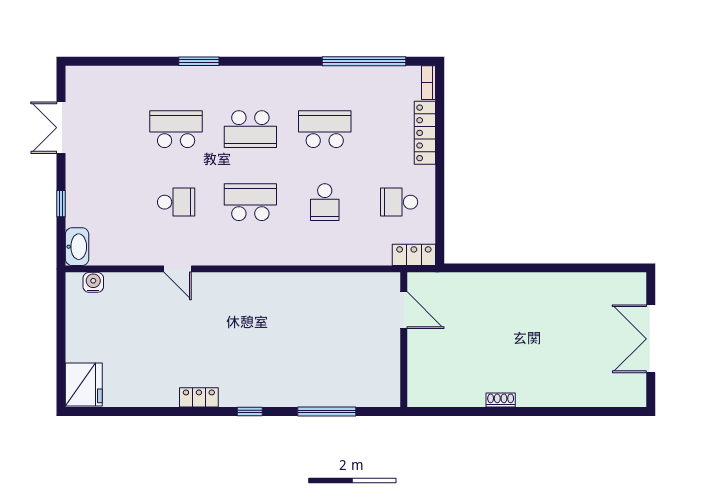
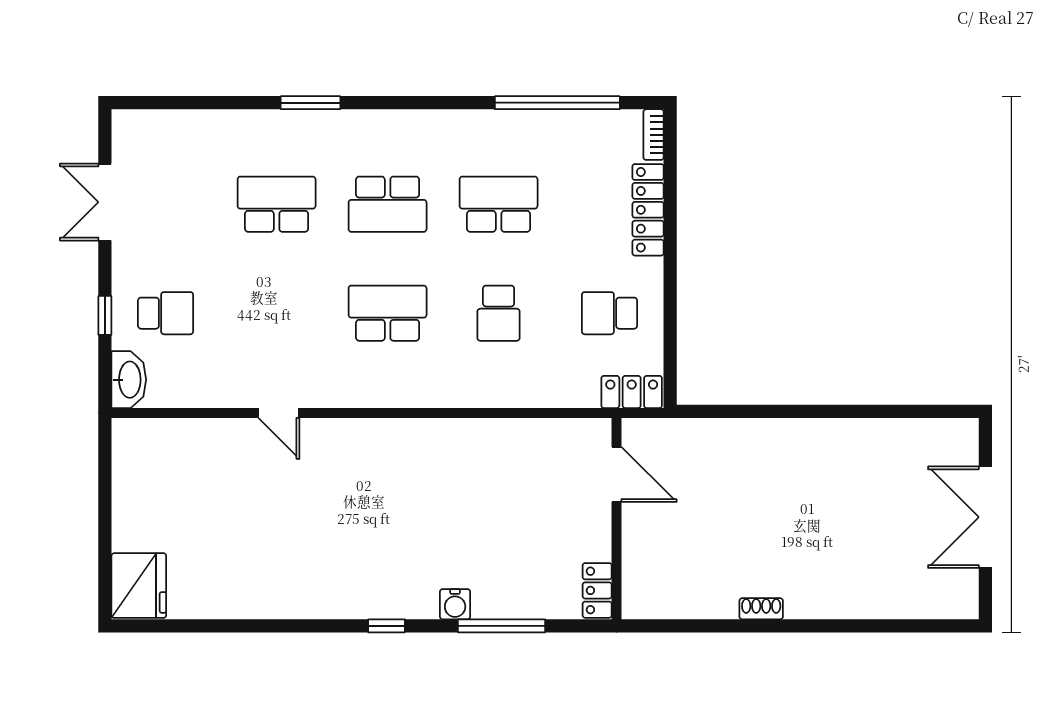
school desk: (176, 202) -> (166, 313), moved
water cooler: (93, 282) -> (455, 604), moved, turned 180
locker: (199, 397) -> (597, 590), moved, turned -90

